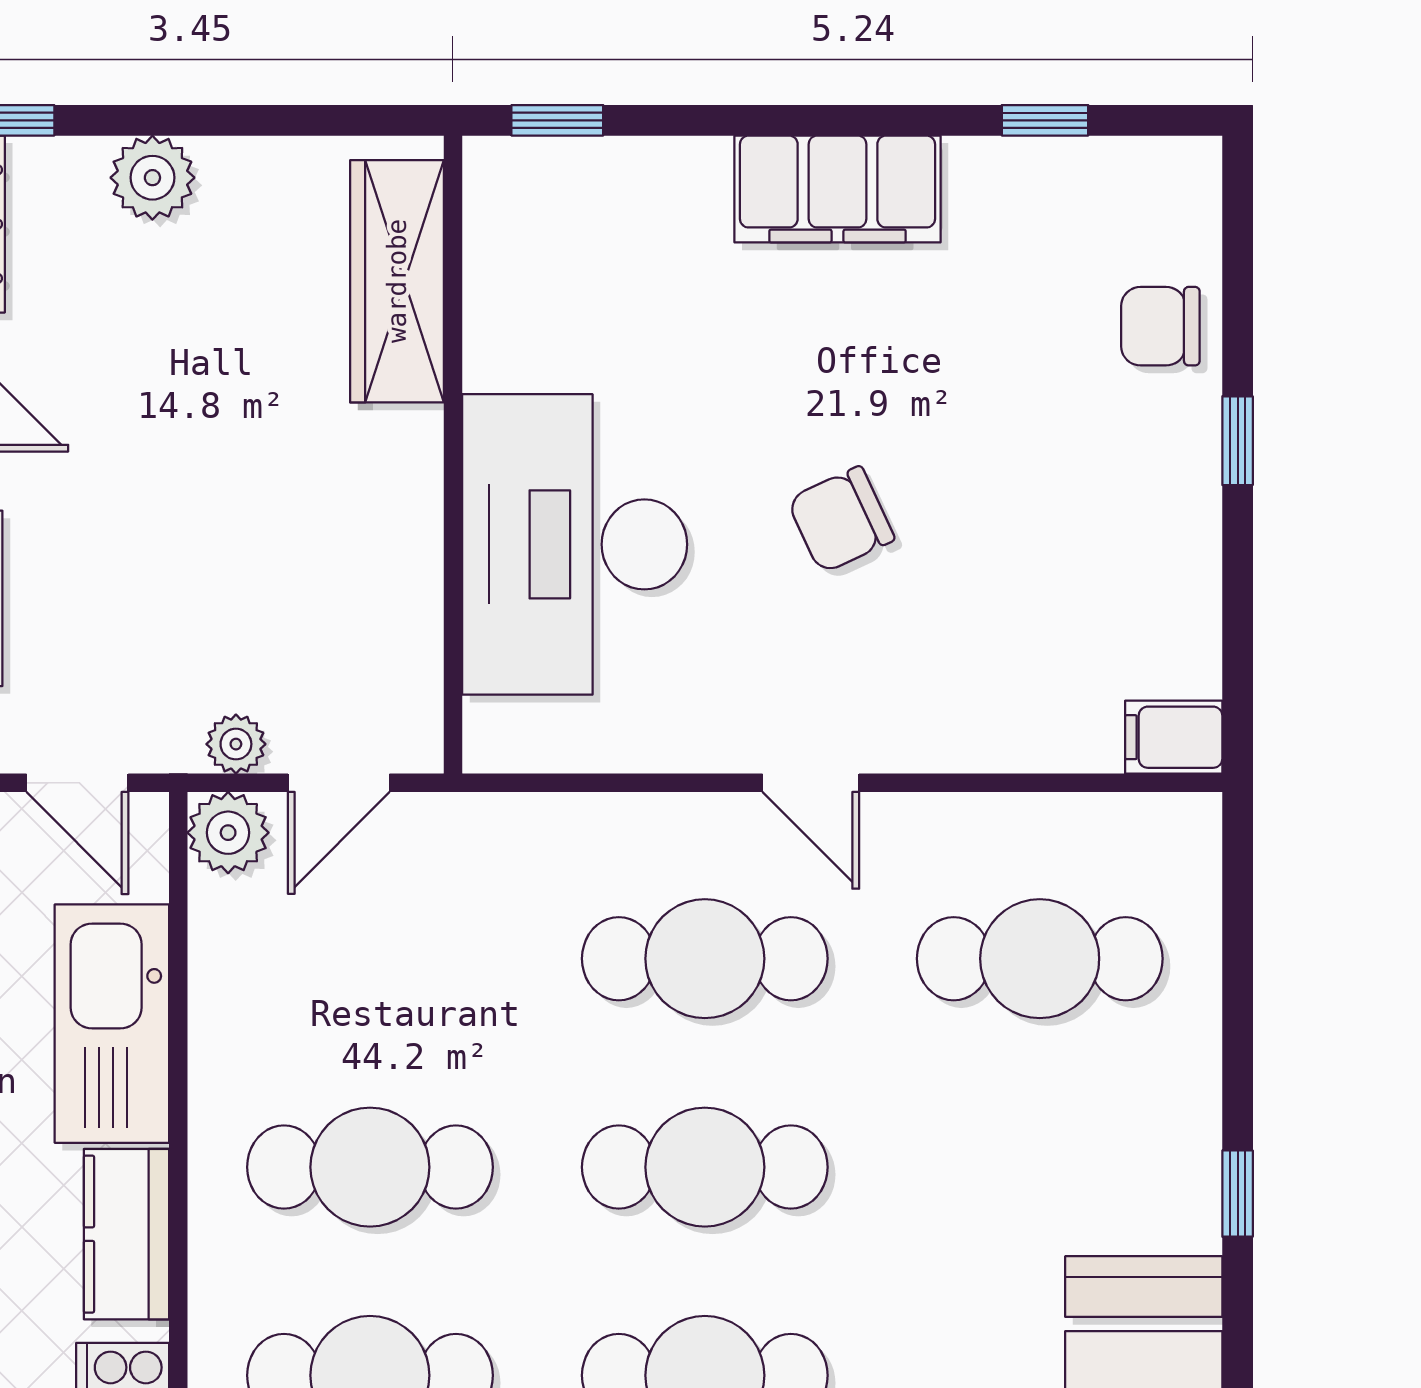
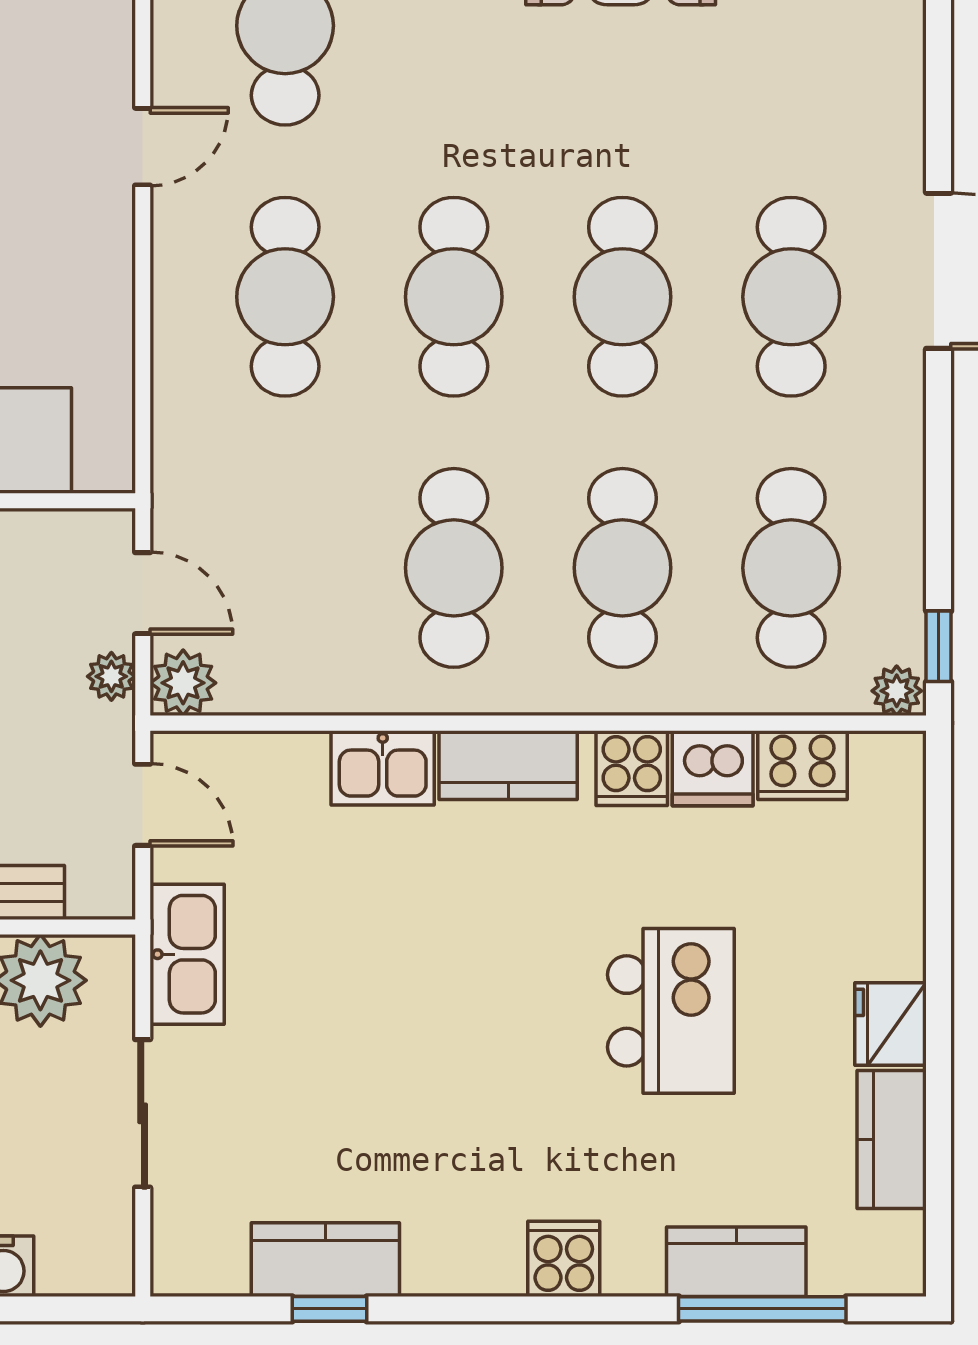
door: (77, 783) -> (143, 805), hinge flipped
door: (811, 783) -> (143, 147), moved
kitchen sink: (112, 1024) -> (383, 768), width x0.53, depth x0.81

